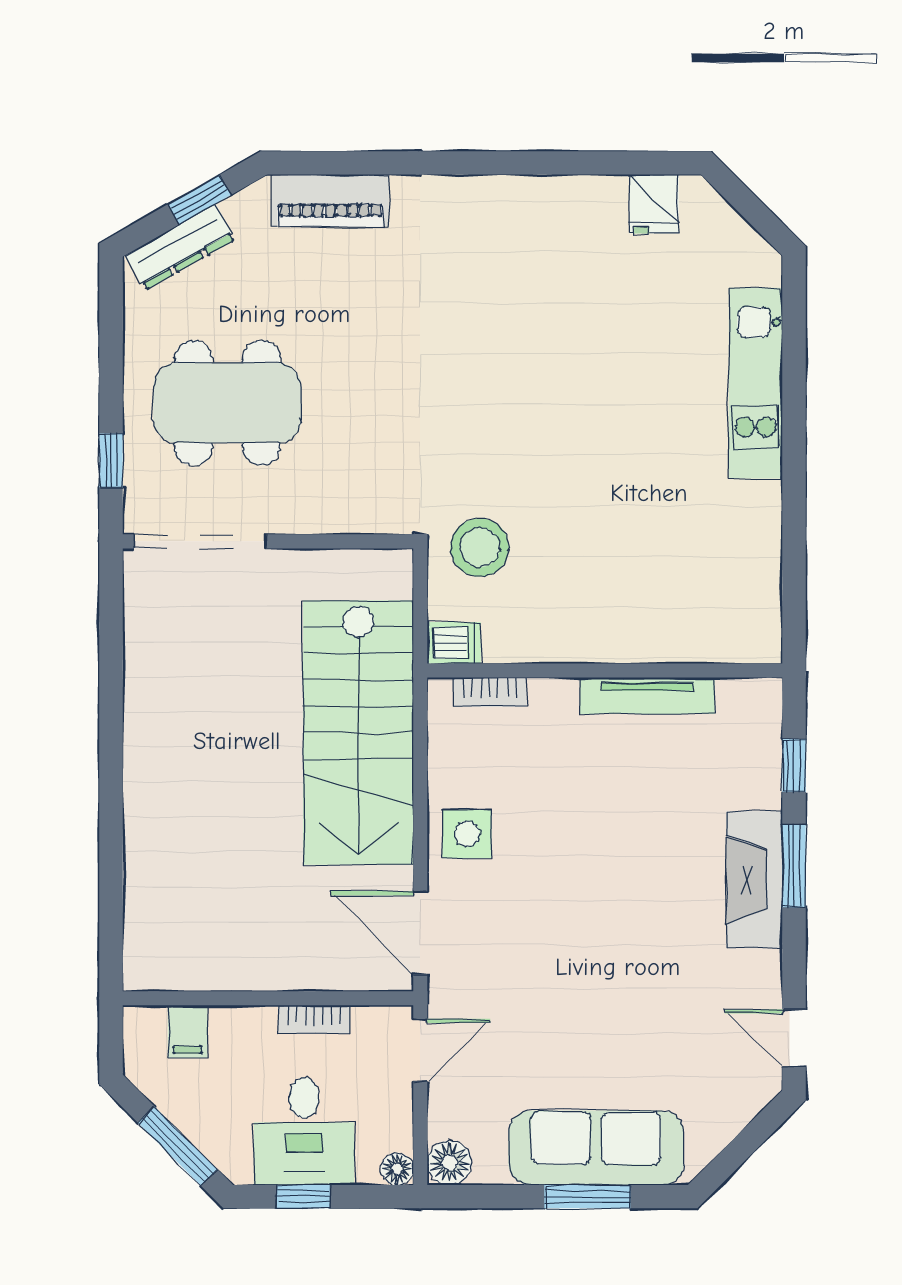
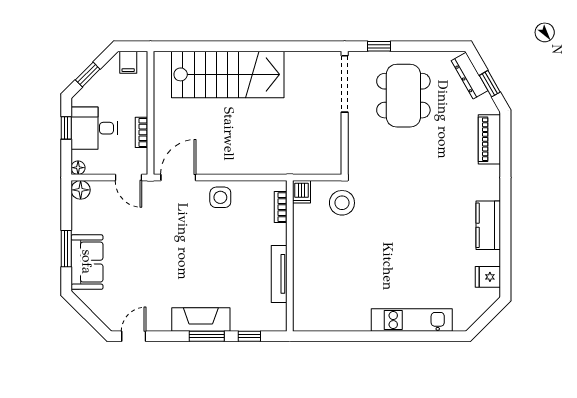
kitchen counter: (533, 203) -> (488, 225), added
stairs: (358, 733) -> (228, 74), moved, turned 180
filing cabinet: (188, 1031) -> (128, 62), moved, turned -90
window: (178, 1146) -> (88, 75), width x0.67
sofa: (596, 1148) -> (87, 262), width x0.73

